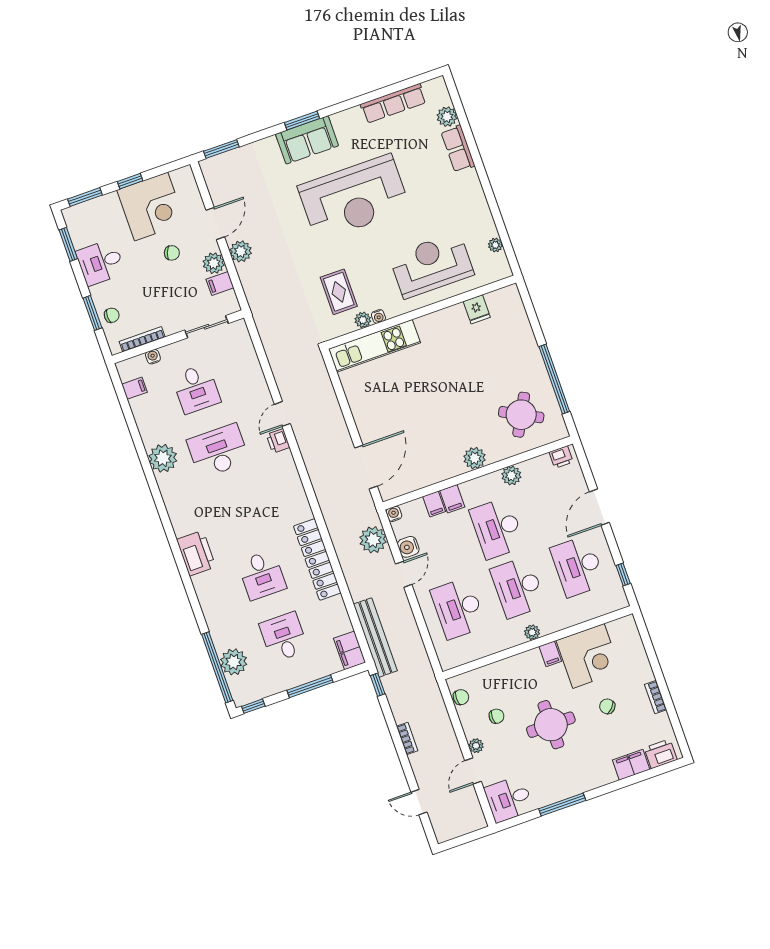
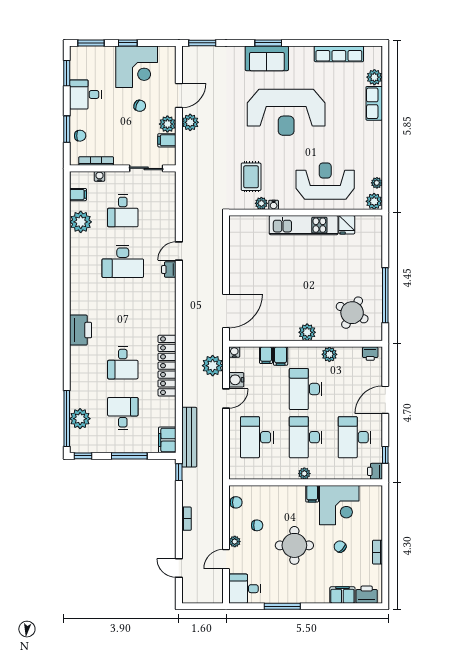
plant: (500, 269) -> (374, 201), added
kitchen unit: (374, 346) -> (304, 225), moved
desk: (218, 451) -> (123, 261), turned 180
plant: (163, 458) -> (81, 222), moved
printer: (618, 599) -> (375, 471), added

